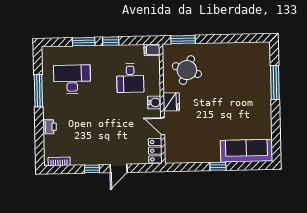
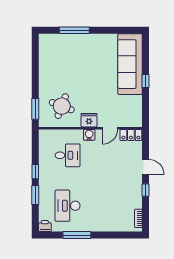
filing cabinet: (152, 50) -> (44, 136), removed
printer: (50, 127) -> (45, 226), moved
sofa: (246, 151) -> (130, 64), width x1.36, depth x1.27

